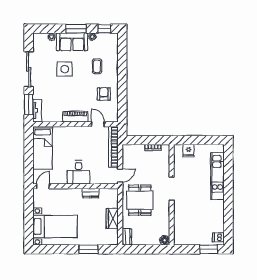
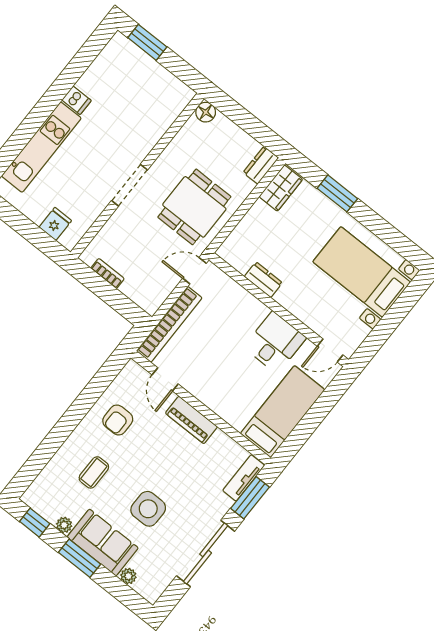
desk: (78, 172) -> (275, 342), moved
wardrobe: (112, 218) -> (281, 188), moved
dishwasher: (218, 237) -> (77, 100), moved

